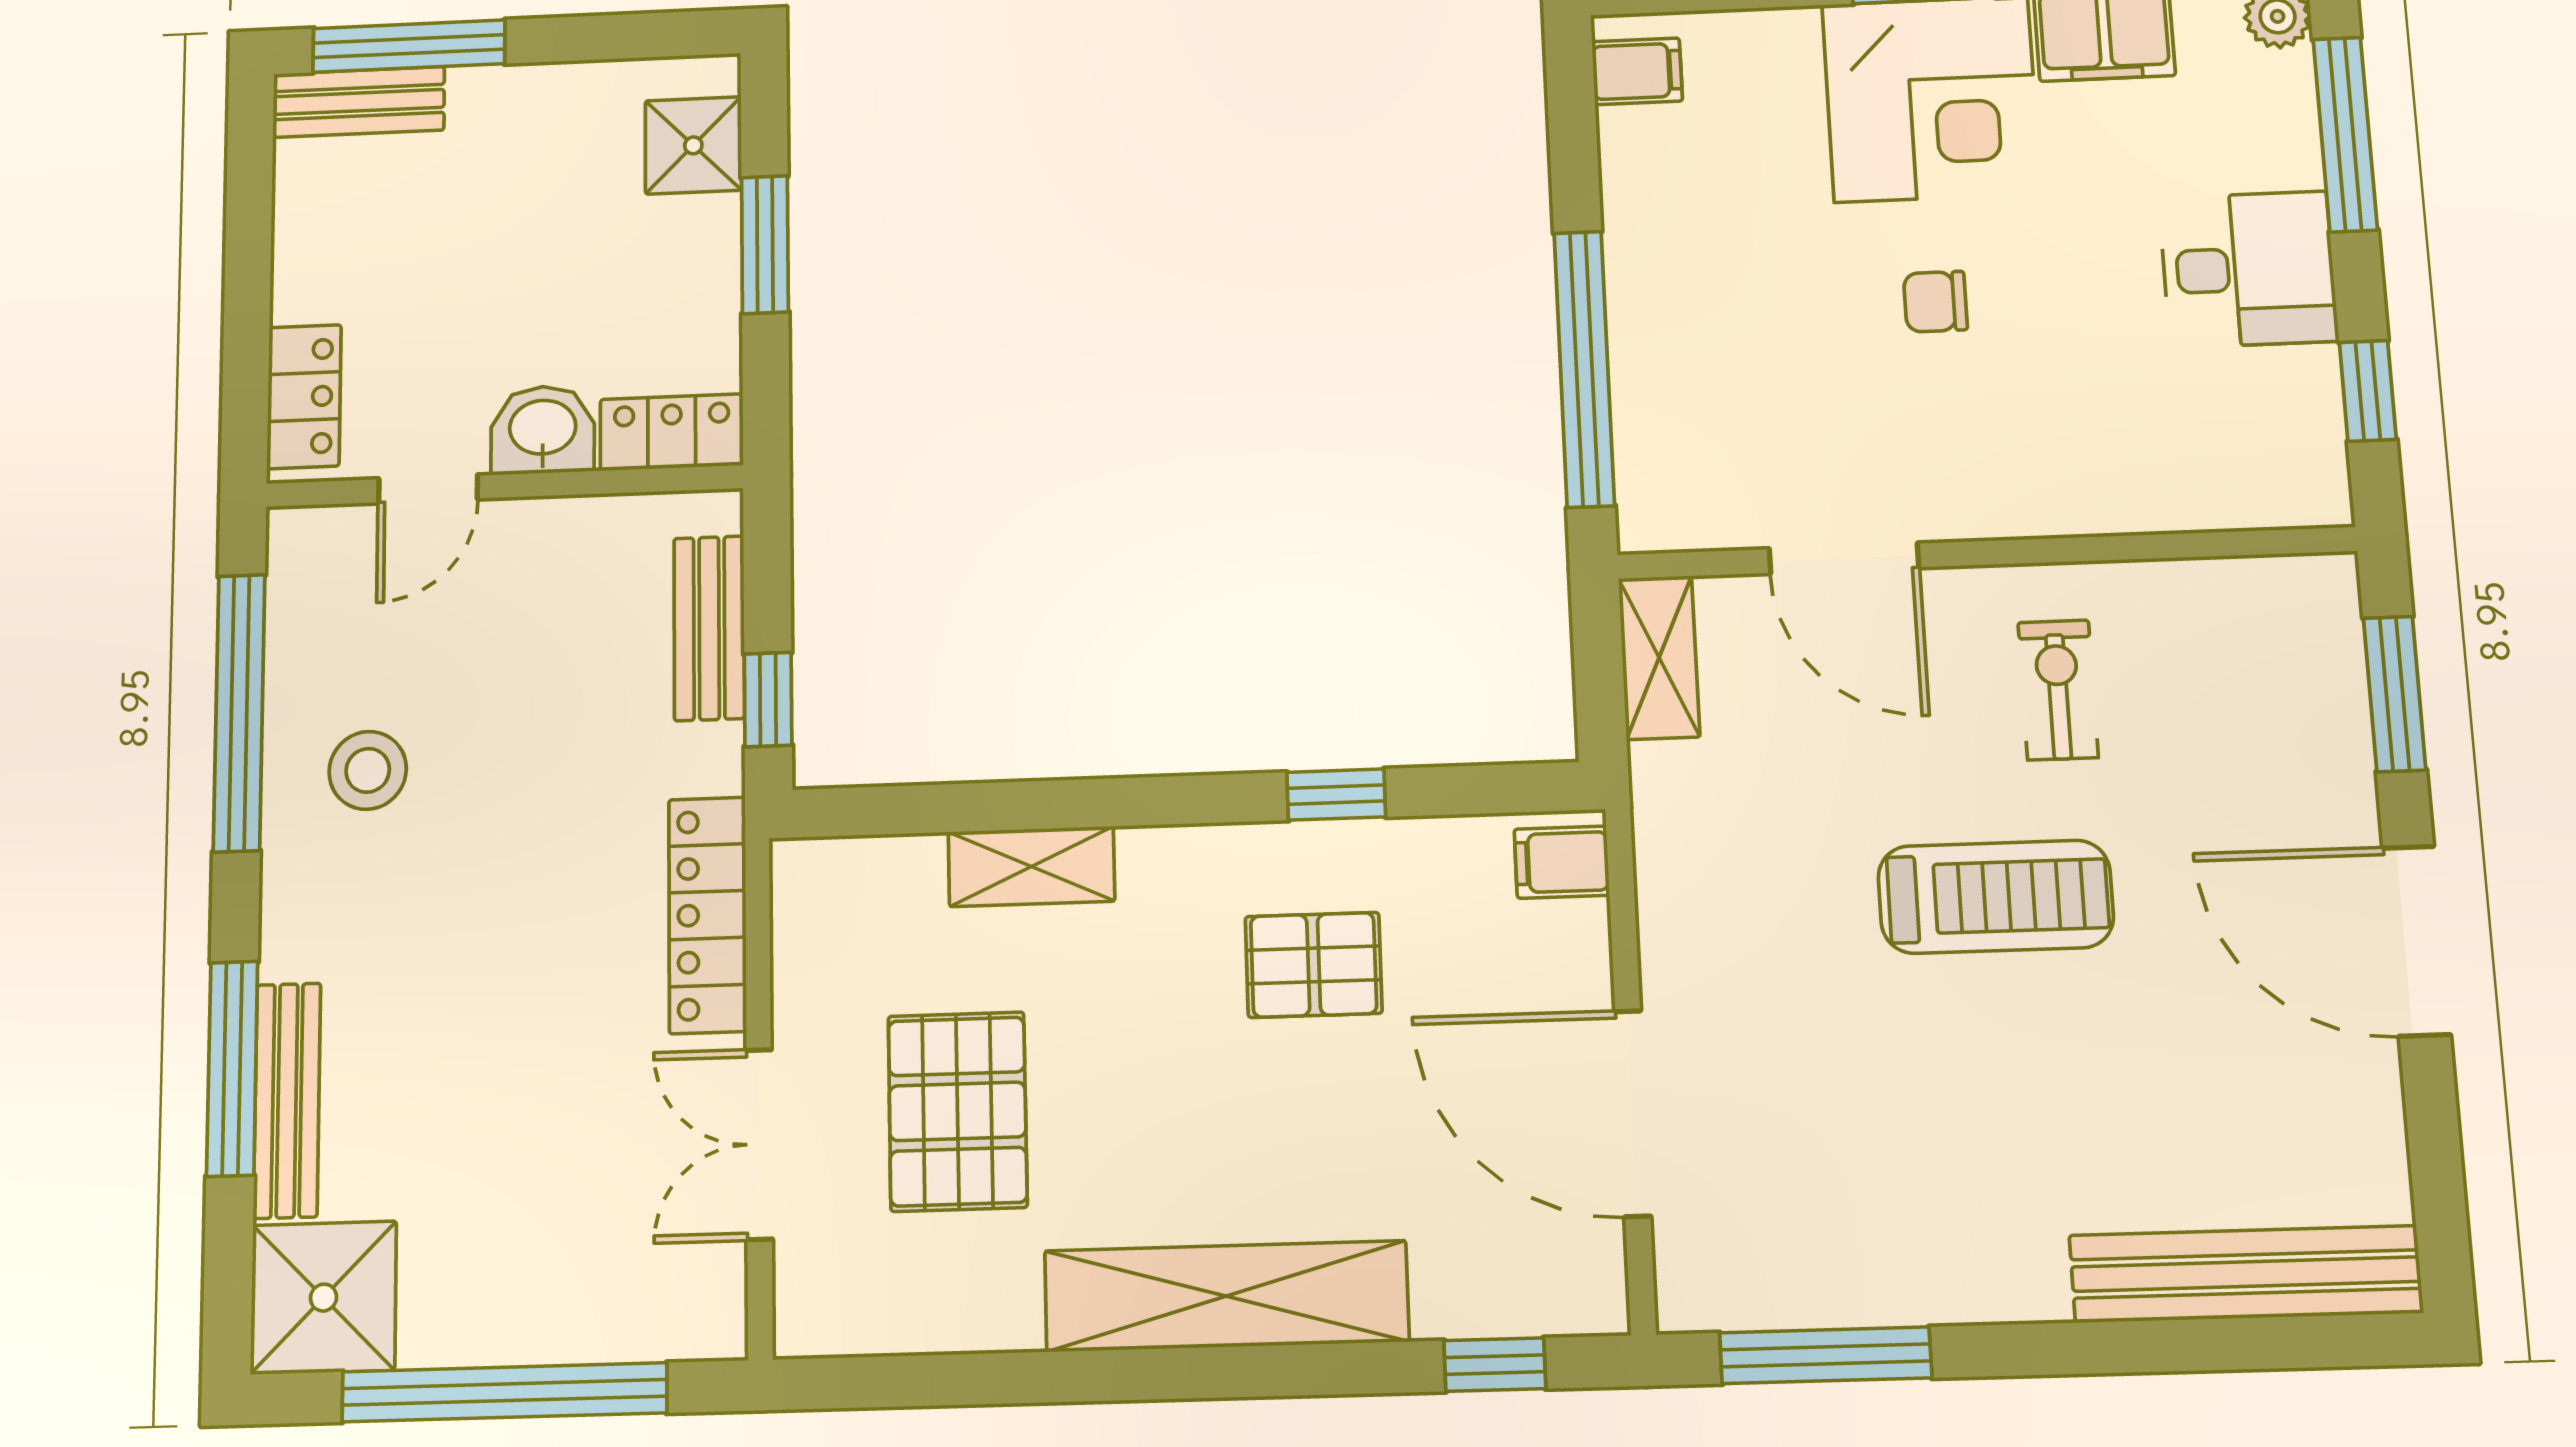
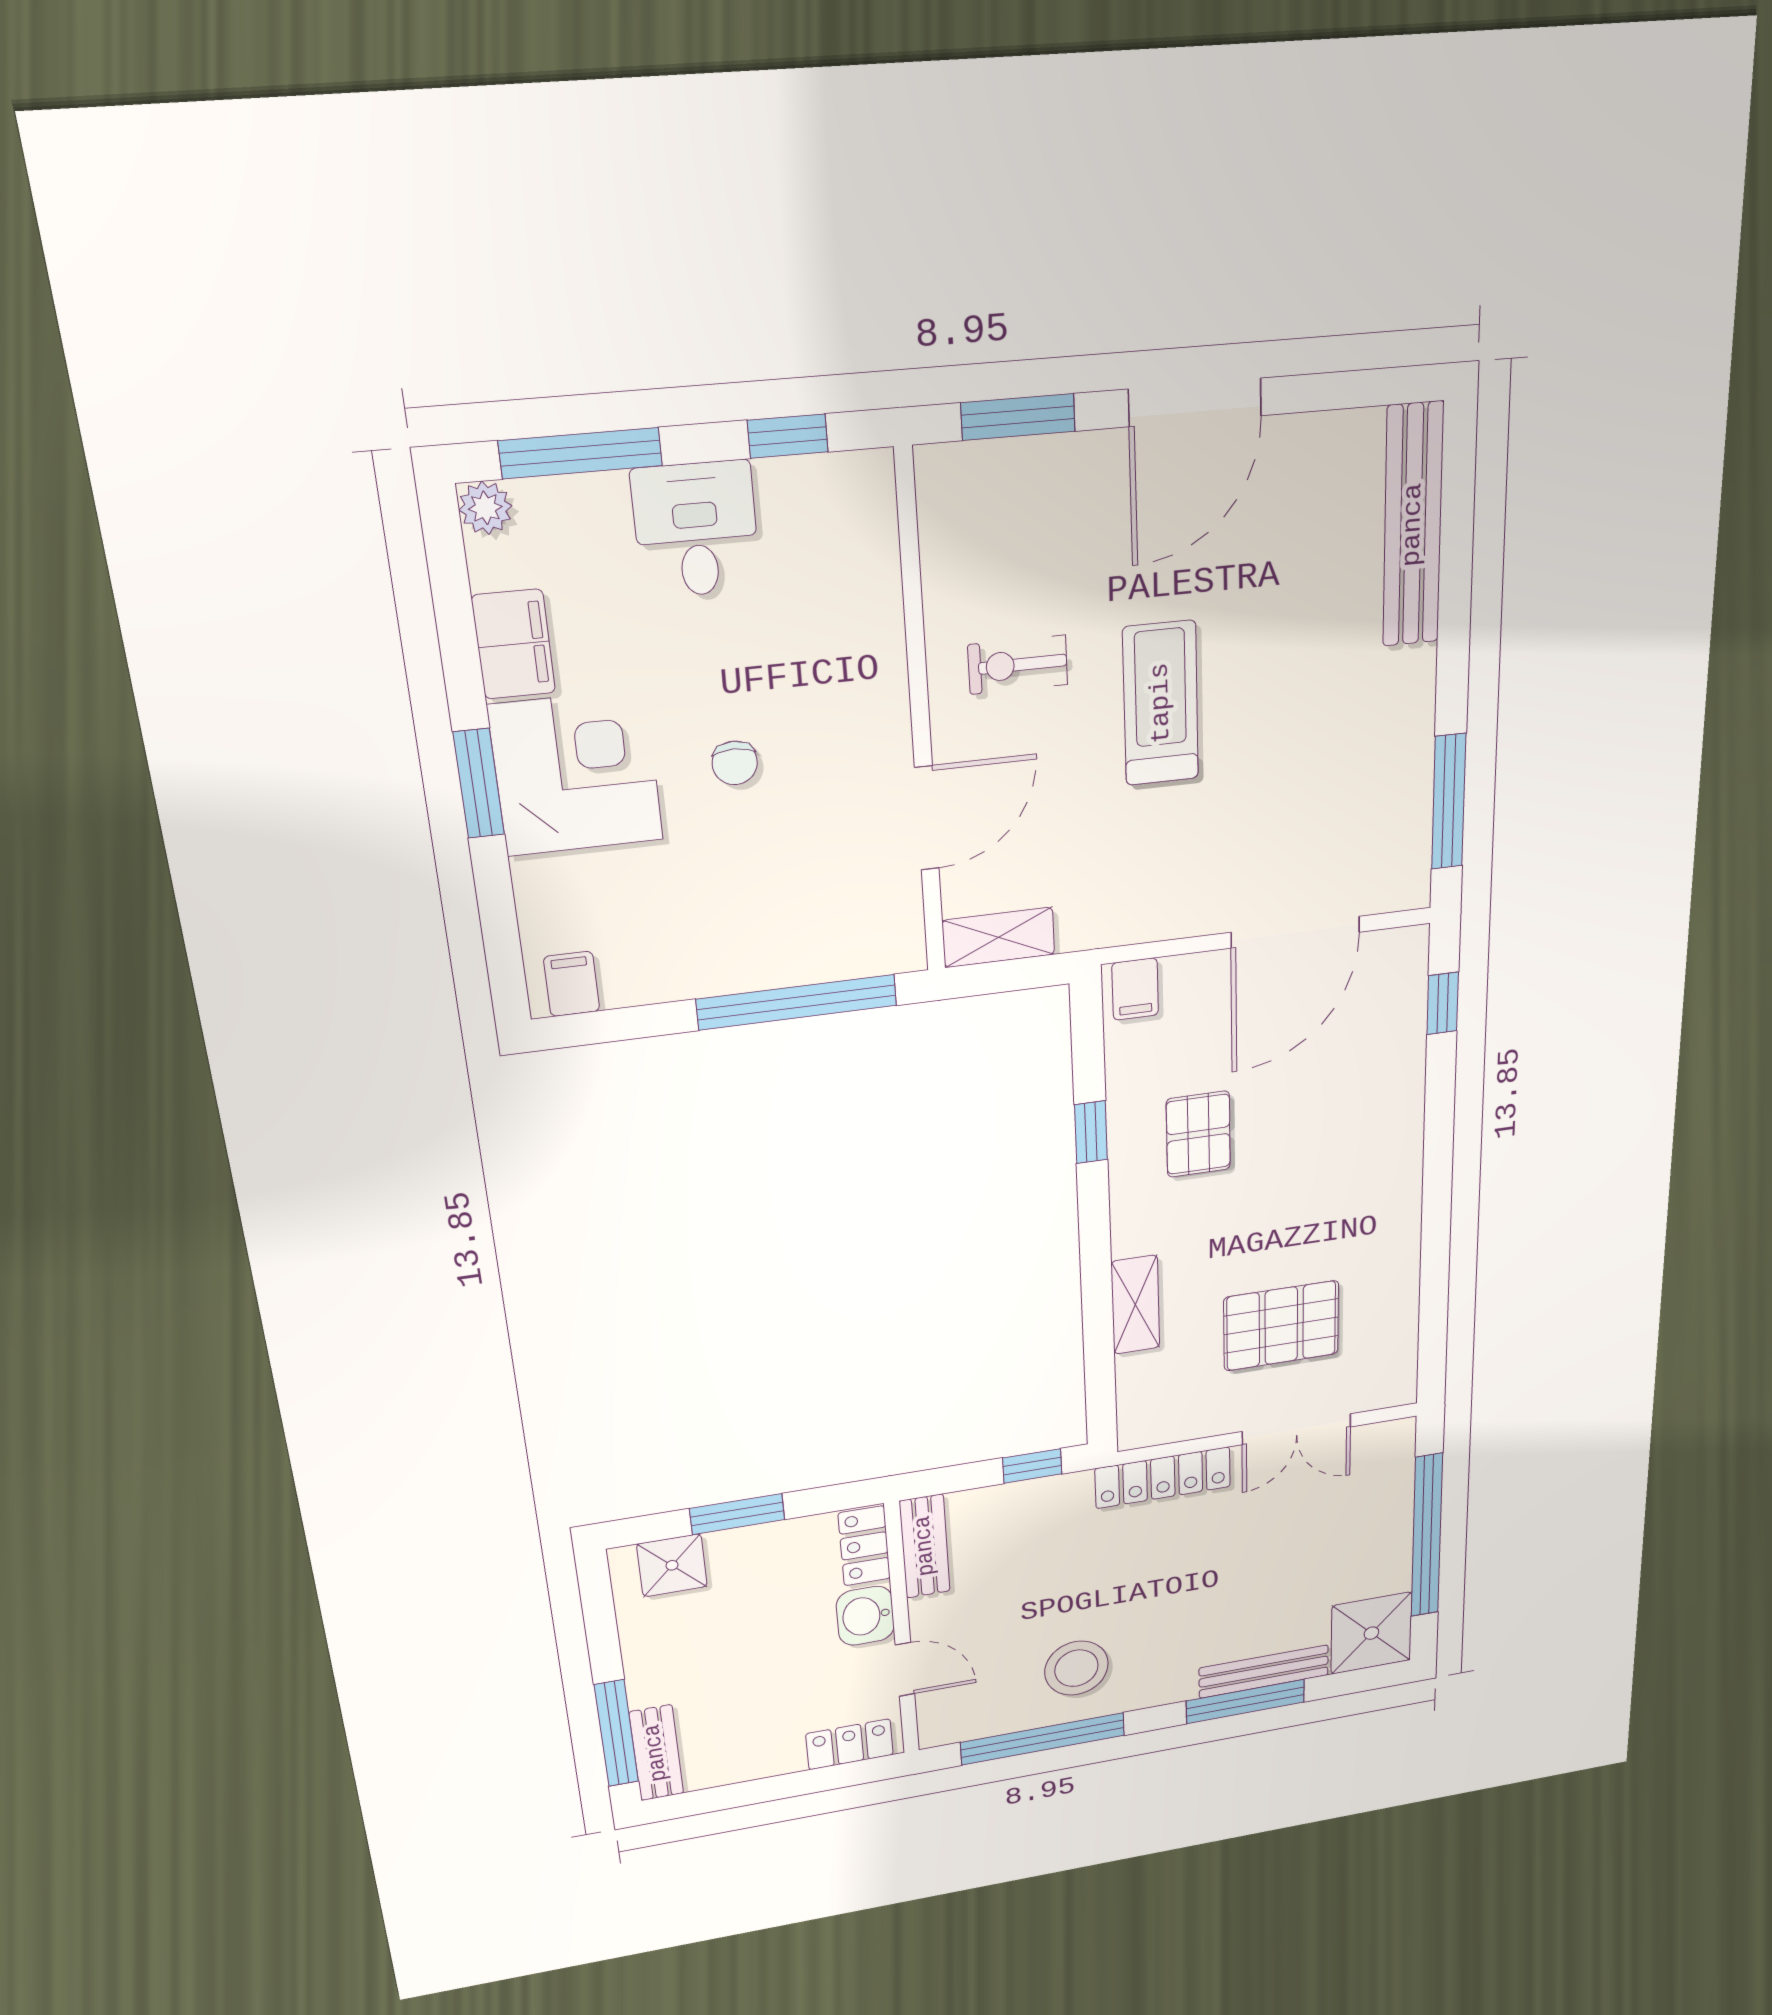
bench: (709, 628) -> (925, 1546), moved, turned 90
stool: (368, 770) -> (1076, 1668), width x1.38, depth x1.38
shelving: (1226, 1296) -> (1395, 1163), removed

